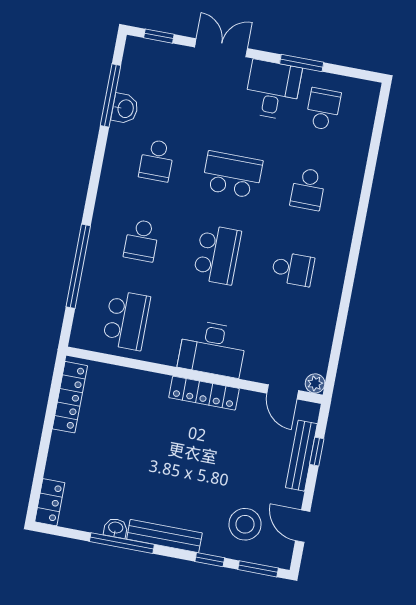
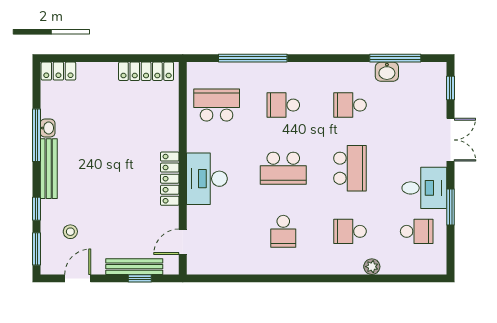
school desk: (126, 320) -> (217, 105), turned 180
plant: (315, 383) -> (372, 267), moved
stool: (245, 524) -> (70, 232), width x0.53, depth x0.53

